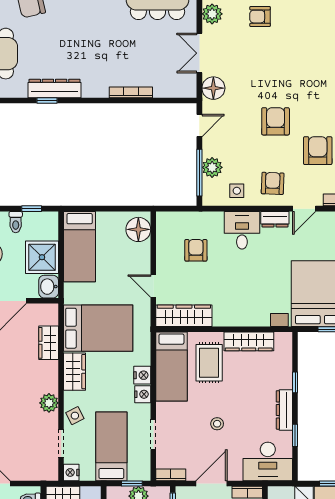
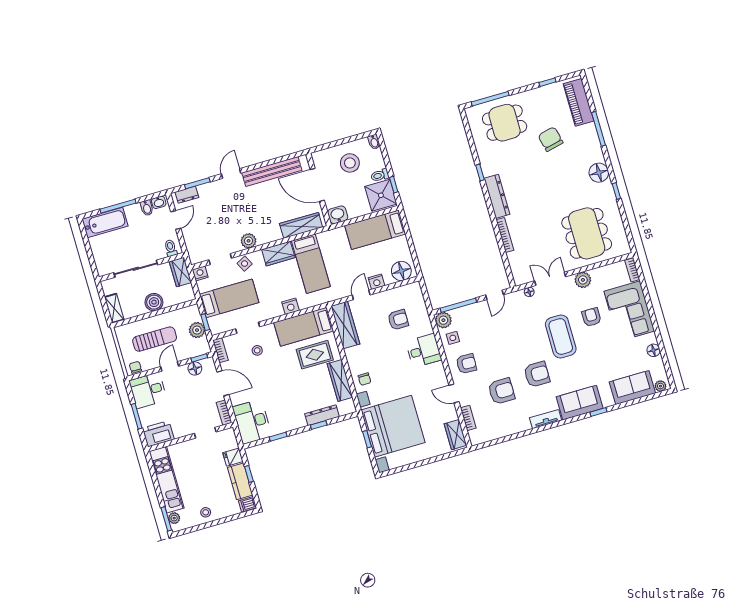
coffee table: (273, 60) -> (561, 337), added
dresser: (55, 88) -> (497, 196), moved
floor lamp: (213, 88) -> (529, 292), width x0.53, depth x0.53
armchair: (276, 121) -> (537, 374), moved
door: (199, 125) -> (495, 295), hinge flipped
plant: (212, 167) -> (443, 320), moved
dresser: (275, 219) -> (439, 373), removed
shower: (42, 257) -> (381, 195), moved
chair: (256, 311) -> (365, 379), added
bed: (98, 328) -> (311, 264), width x0.67
wardrobe: (49, 343) -> (301, 225), width x1.50
nightstand: (143, 394) -> (377, 282), moved
dresser: (284, 410) -> (322, 415), moved
stool: (217, 424) -> (257, 350), moved

